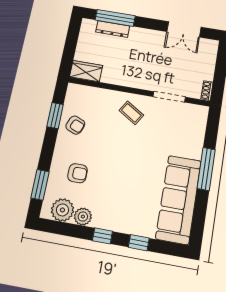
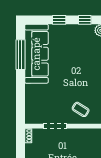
window: (206, 169) -> (20, 55), moved

